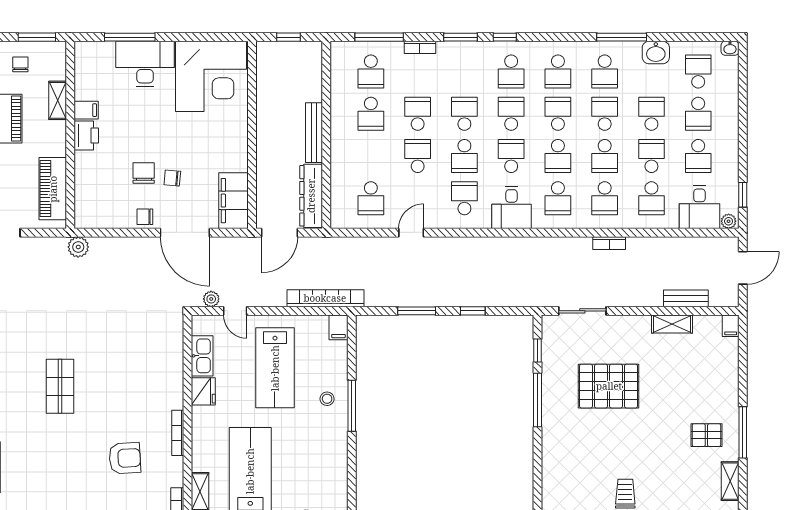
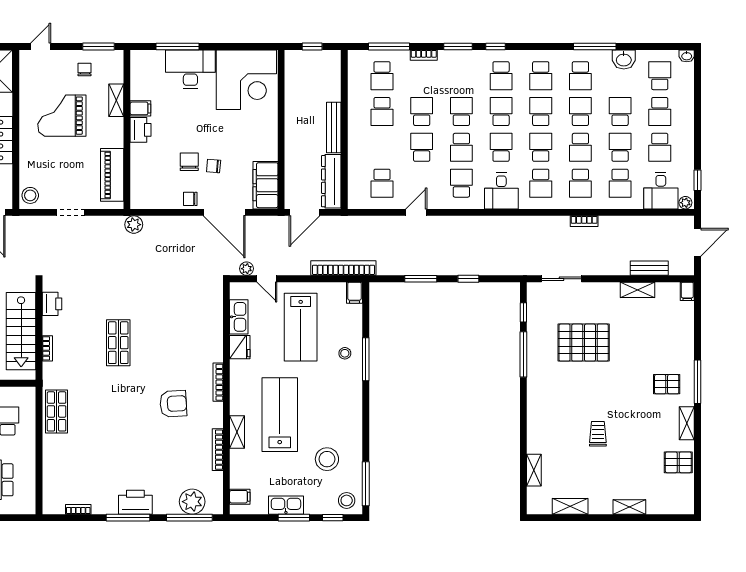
school desk: (558, 156) -> (541, 147), turned 180

